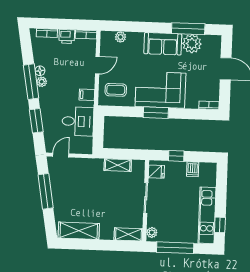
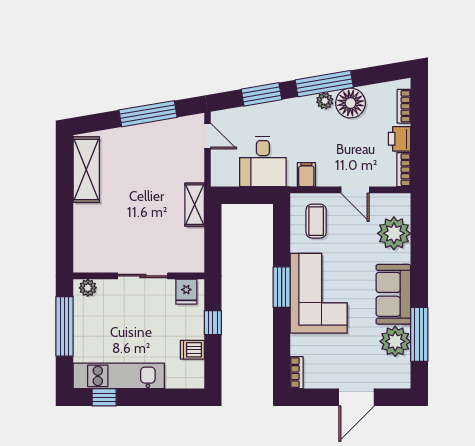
plant: (121, 37) -> (394, 233), width x1.88, depth x1.88
floor lamp: (40, 71) -> (351, 103), width x1.89, depth x1.89
shelving: (118, 165) -> (195, 205), moved
shelving: (128, 234) -> (83, 250), removed

